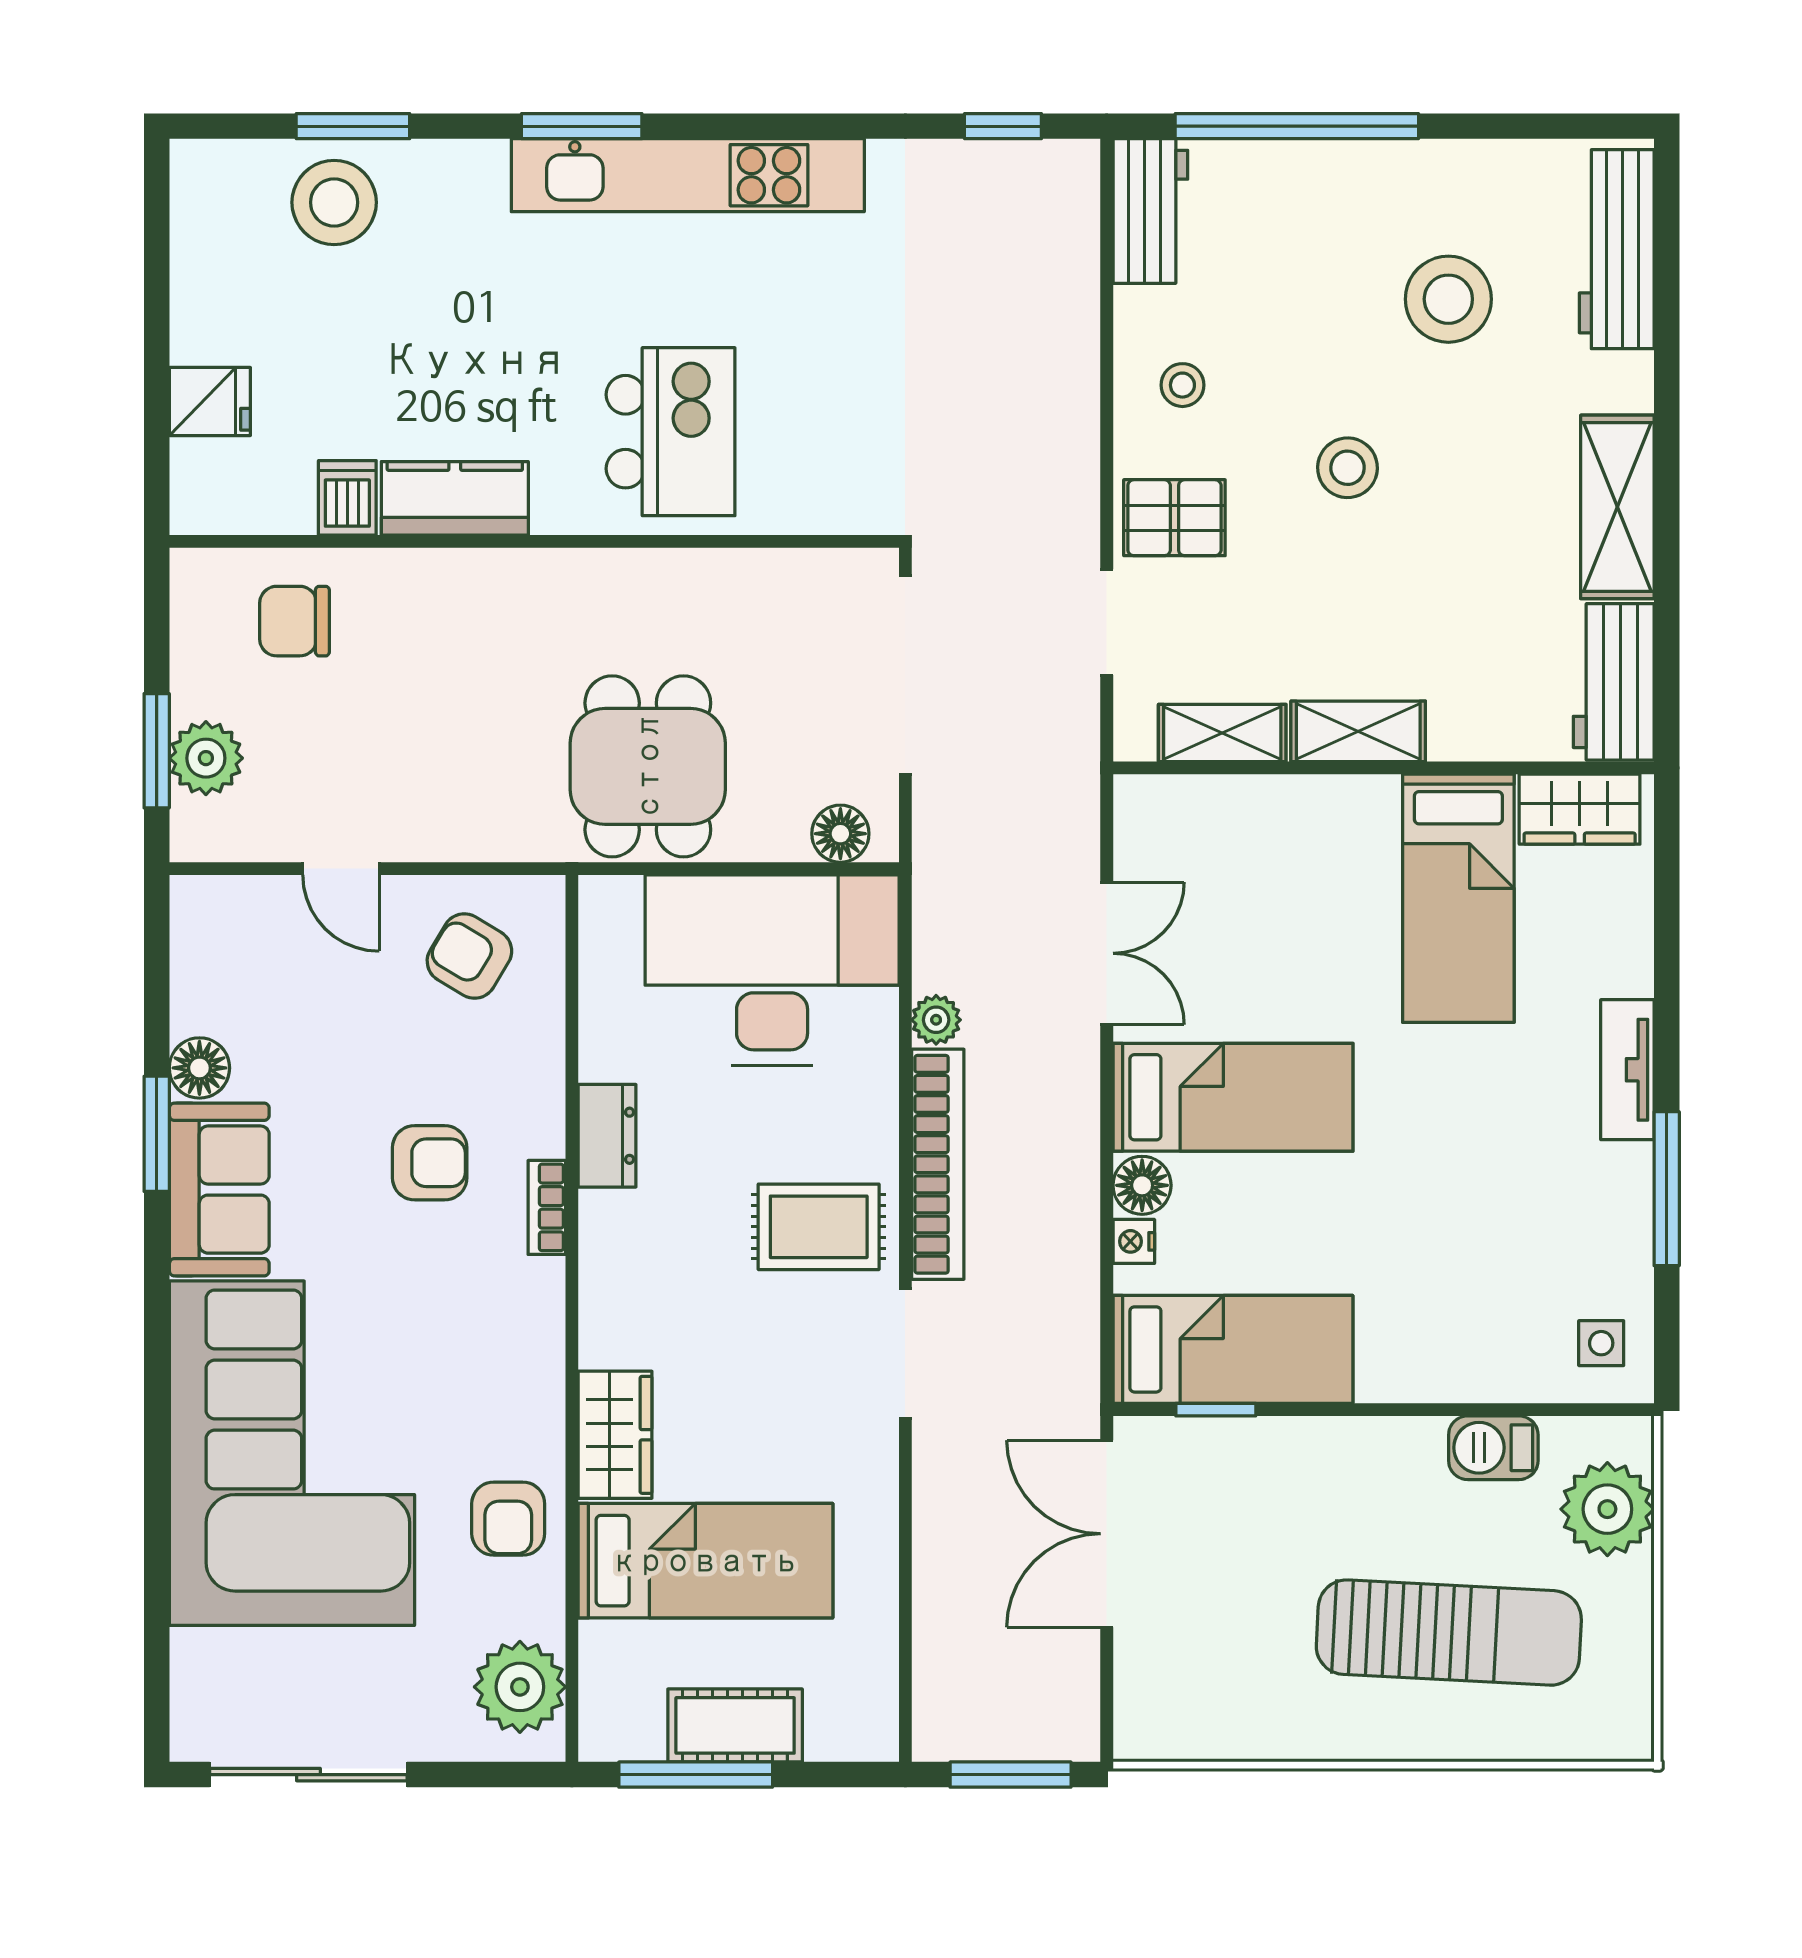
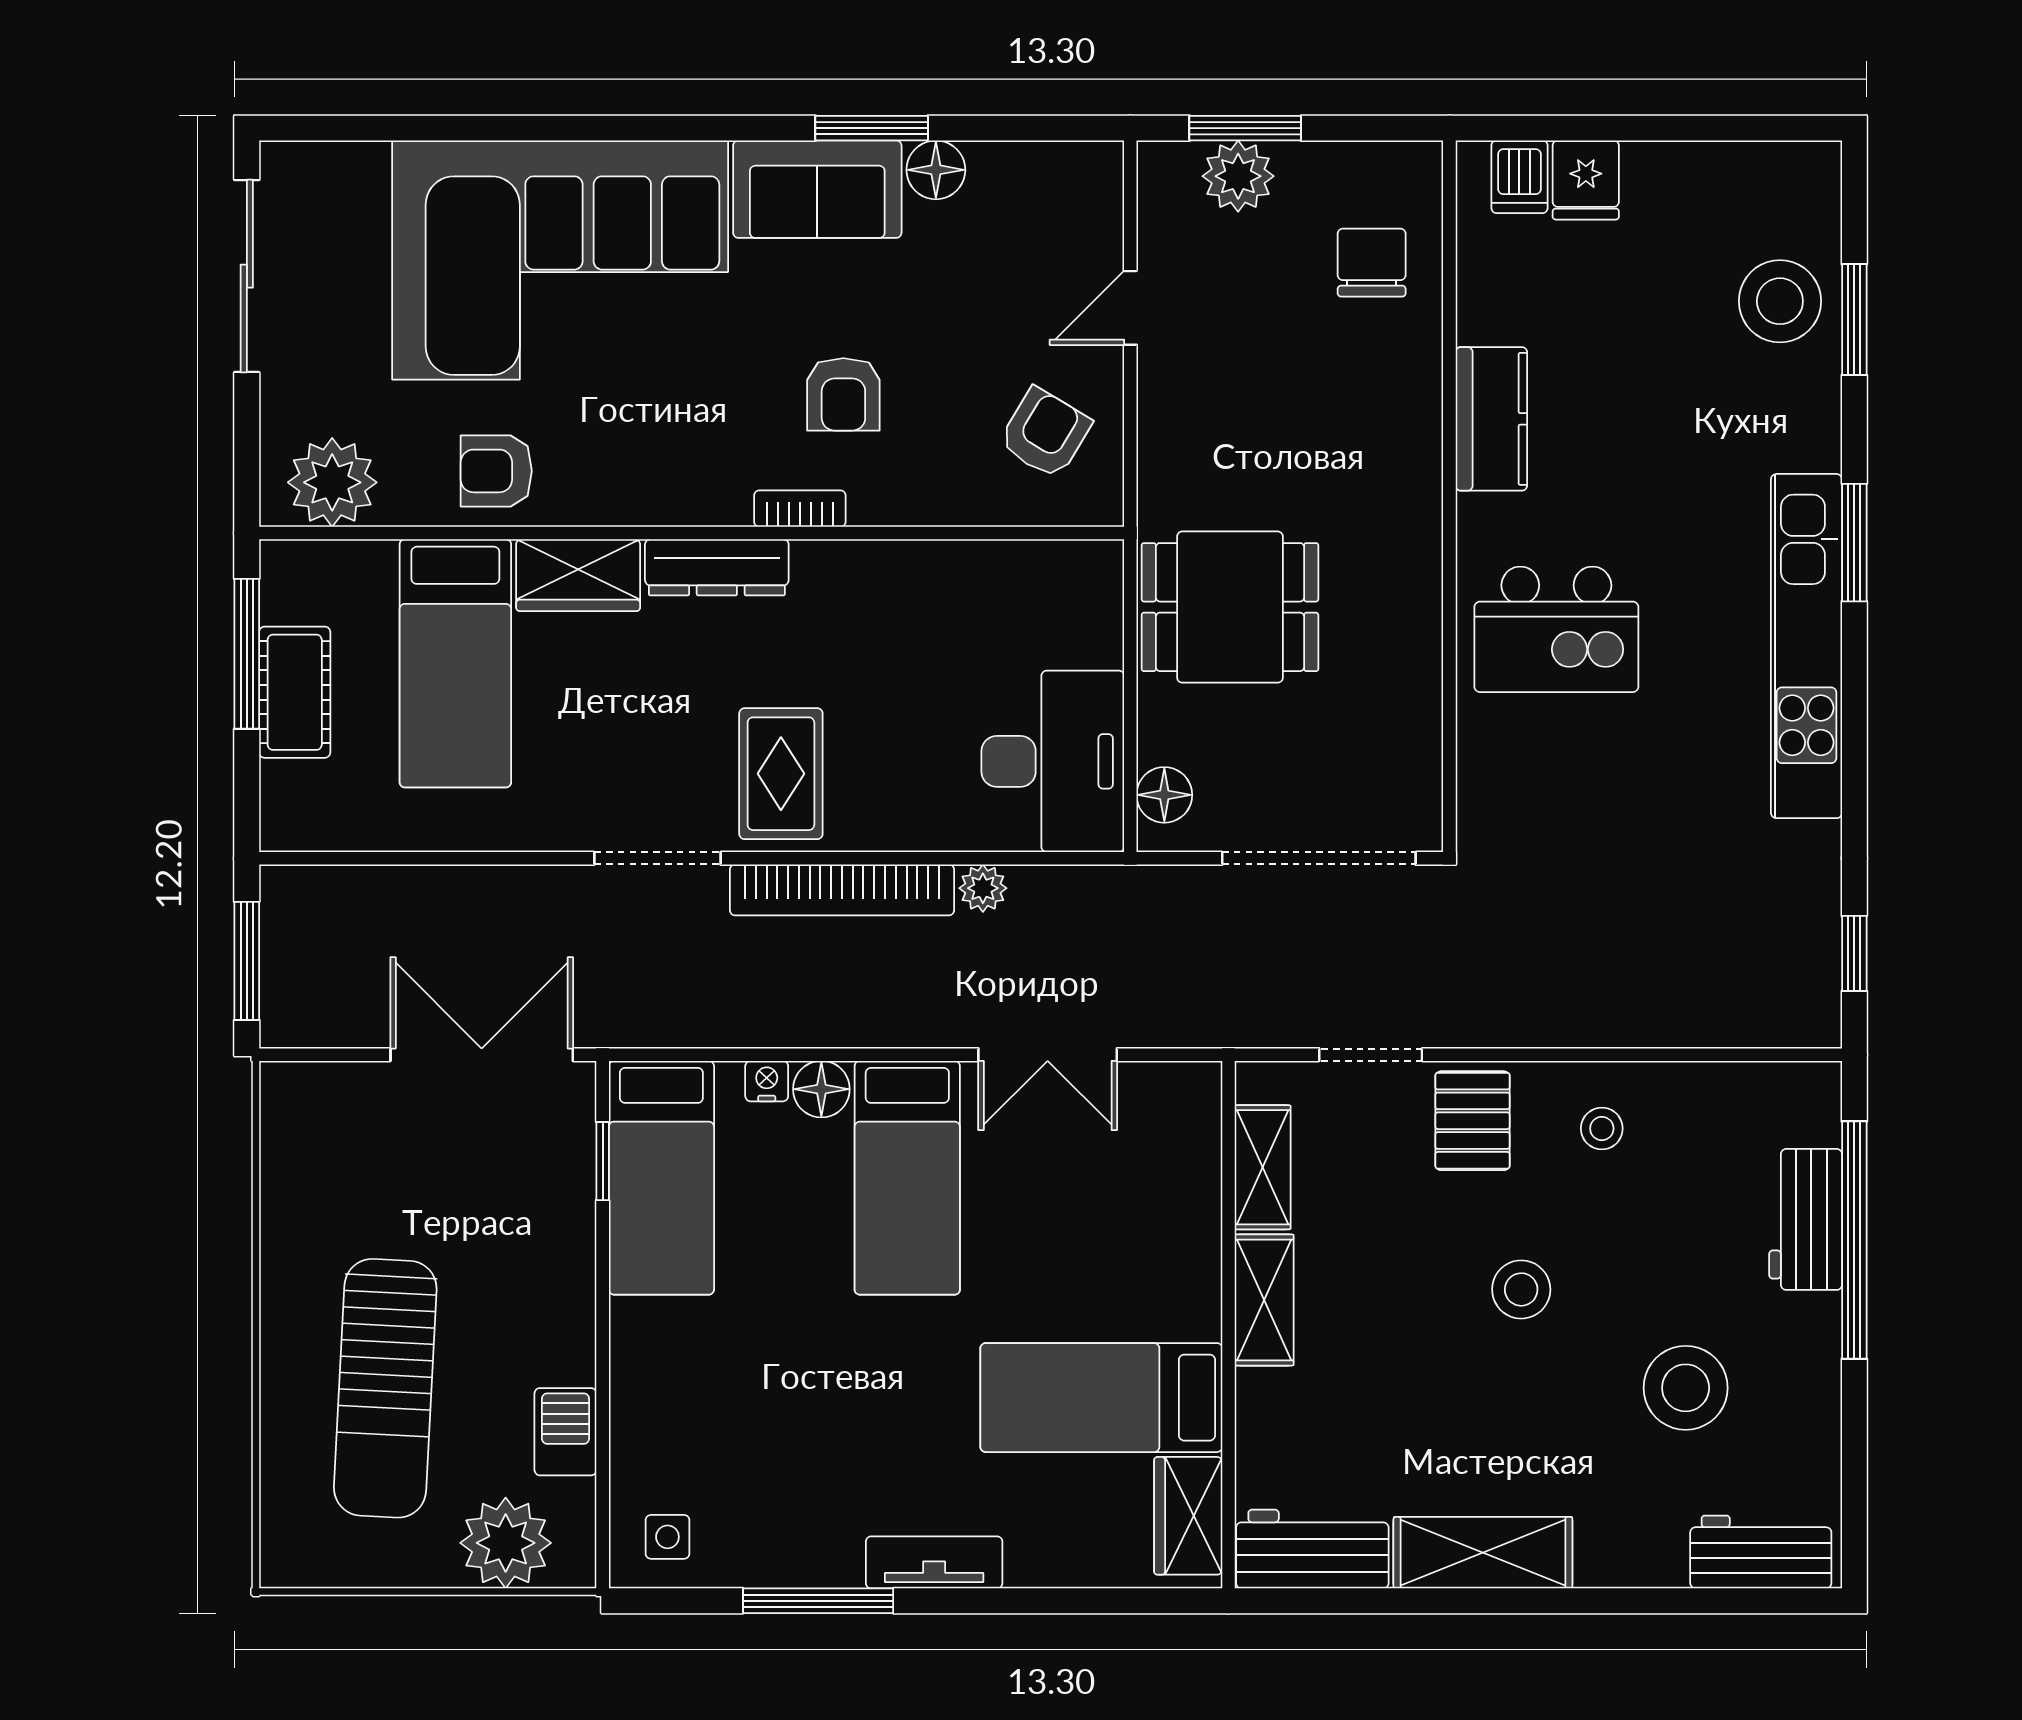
workbench: (1150, 211) -> (1806, 1219), moved, turned 90
workbench: (1617, 249) -> (1761, 1552), width x0.73
dishwasher: (347, 498) -> (1519, 177), moved, turned 90
desk: (772, 970) -> (1053, 761), width x0.73, depth x0.77
dresser: (607, 1136) -> (717, 567), moved, width x1.44

